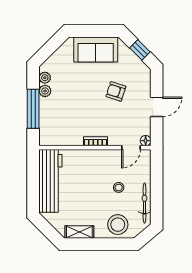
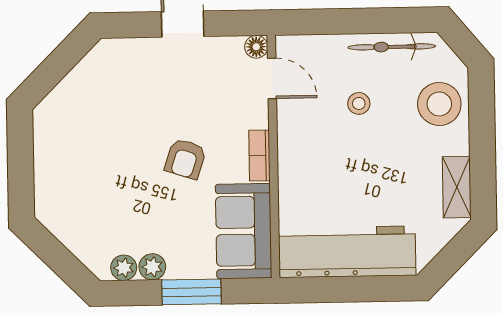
sofa: (96, 49) -> (244, 231), moved, turned 180
window: (140, 50) -> (60, 63), removed
armchair: (116, 91) -> (185, 159), moved
window: (33, 109) -> (192, 292), width x0.69

